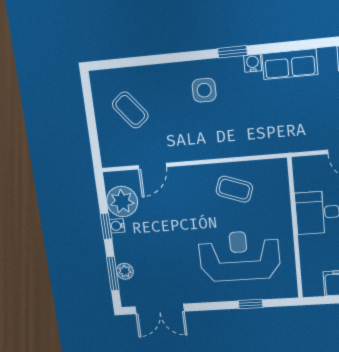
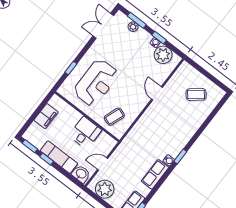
side table: (204, 90) -> (176, 132), removed
door: (152, 166) -> (157, 93), moved
coffee table: (234, 189) -> (114, 117), moved

